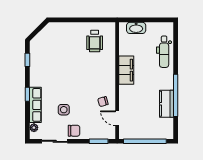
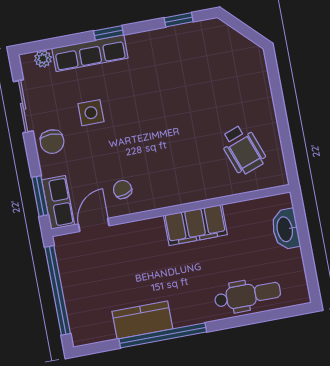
wheelchair: (95, 41) -> (243, 149), turned -110
dental chair: (164, 52) -> (248, 295), turned 180
row of seats: (103, 133) -> (58, 202), added

